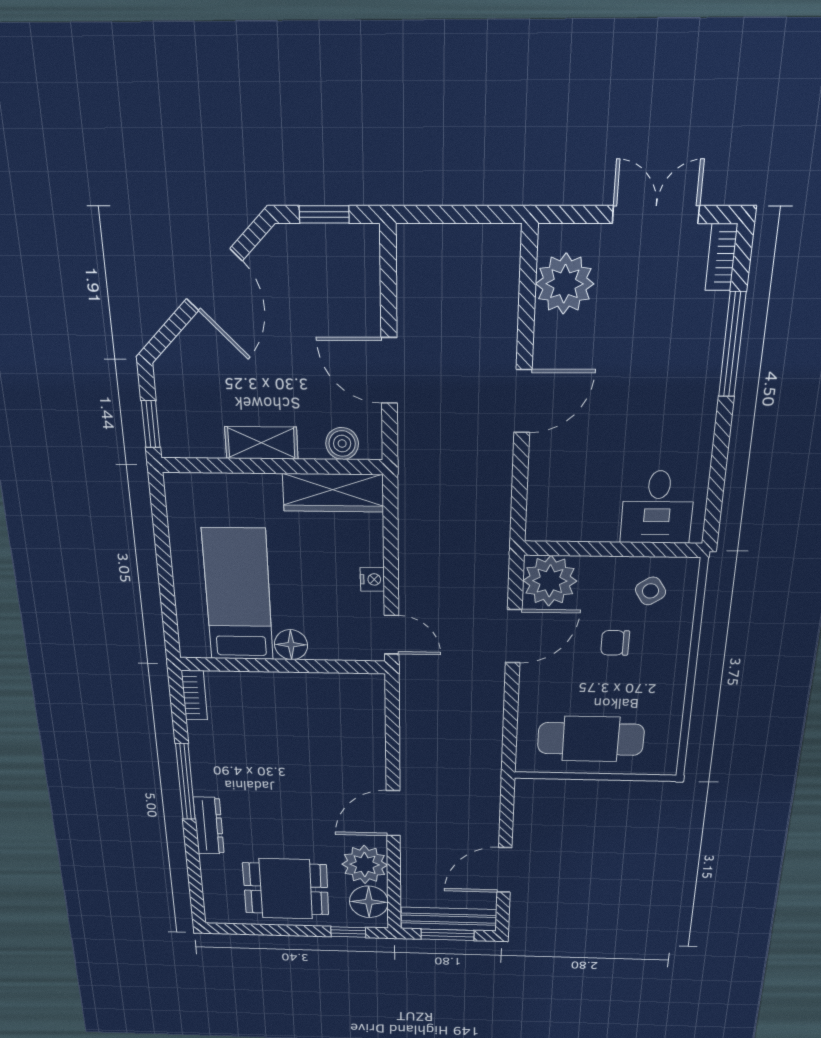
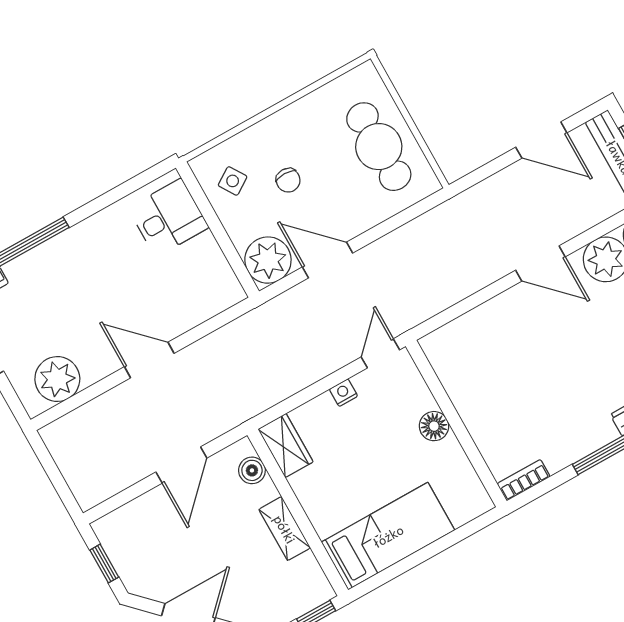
wardrobe: (333, 493) -> (286, 445), width x0.67
bed: (238, 595) -> (388, 536), moved, turned 180

